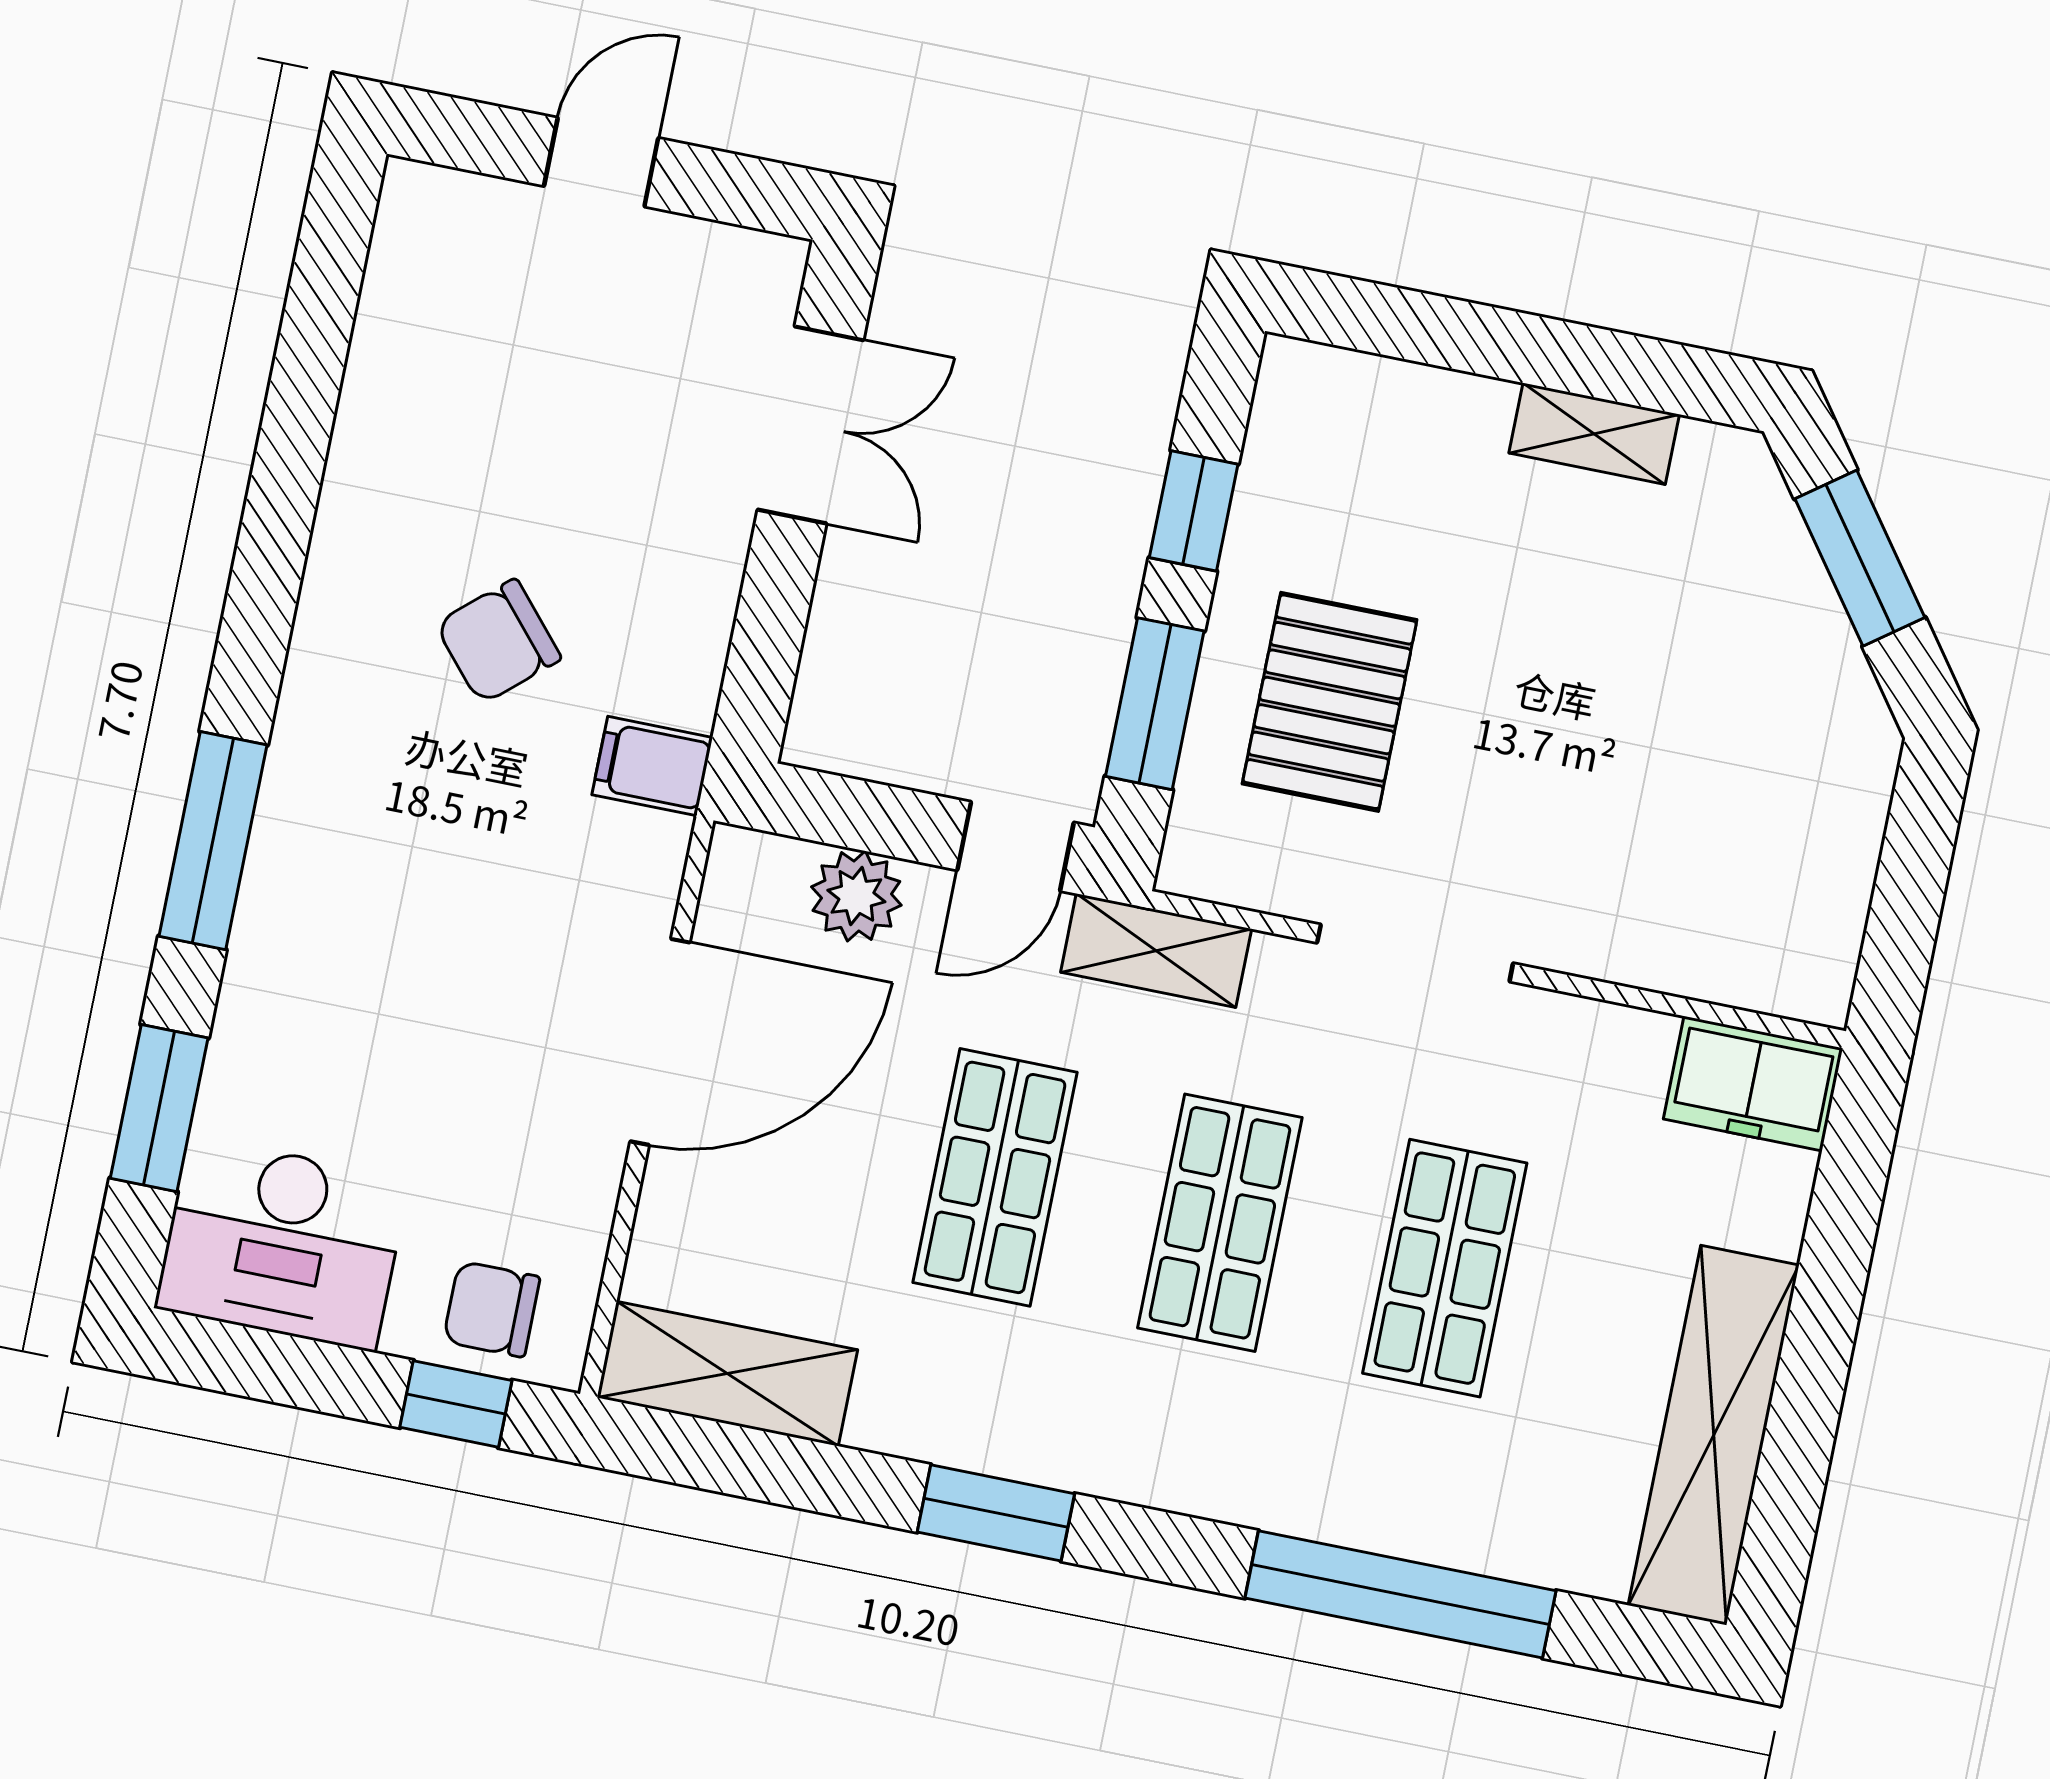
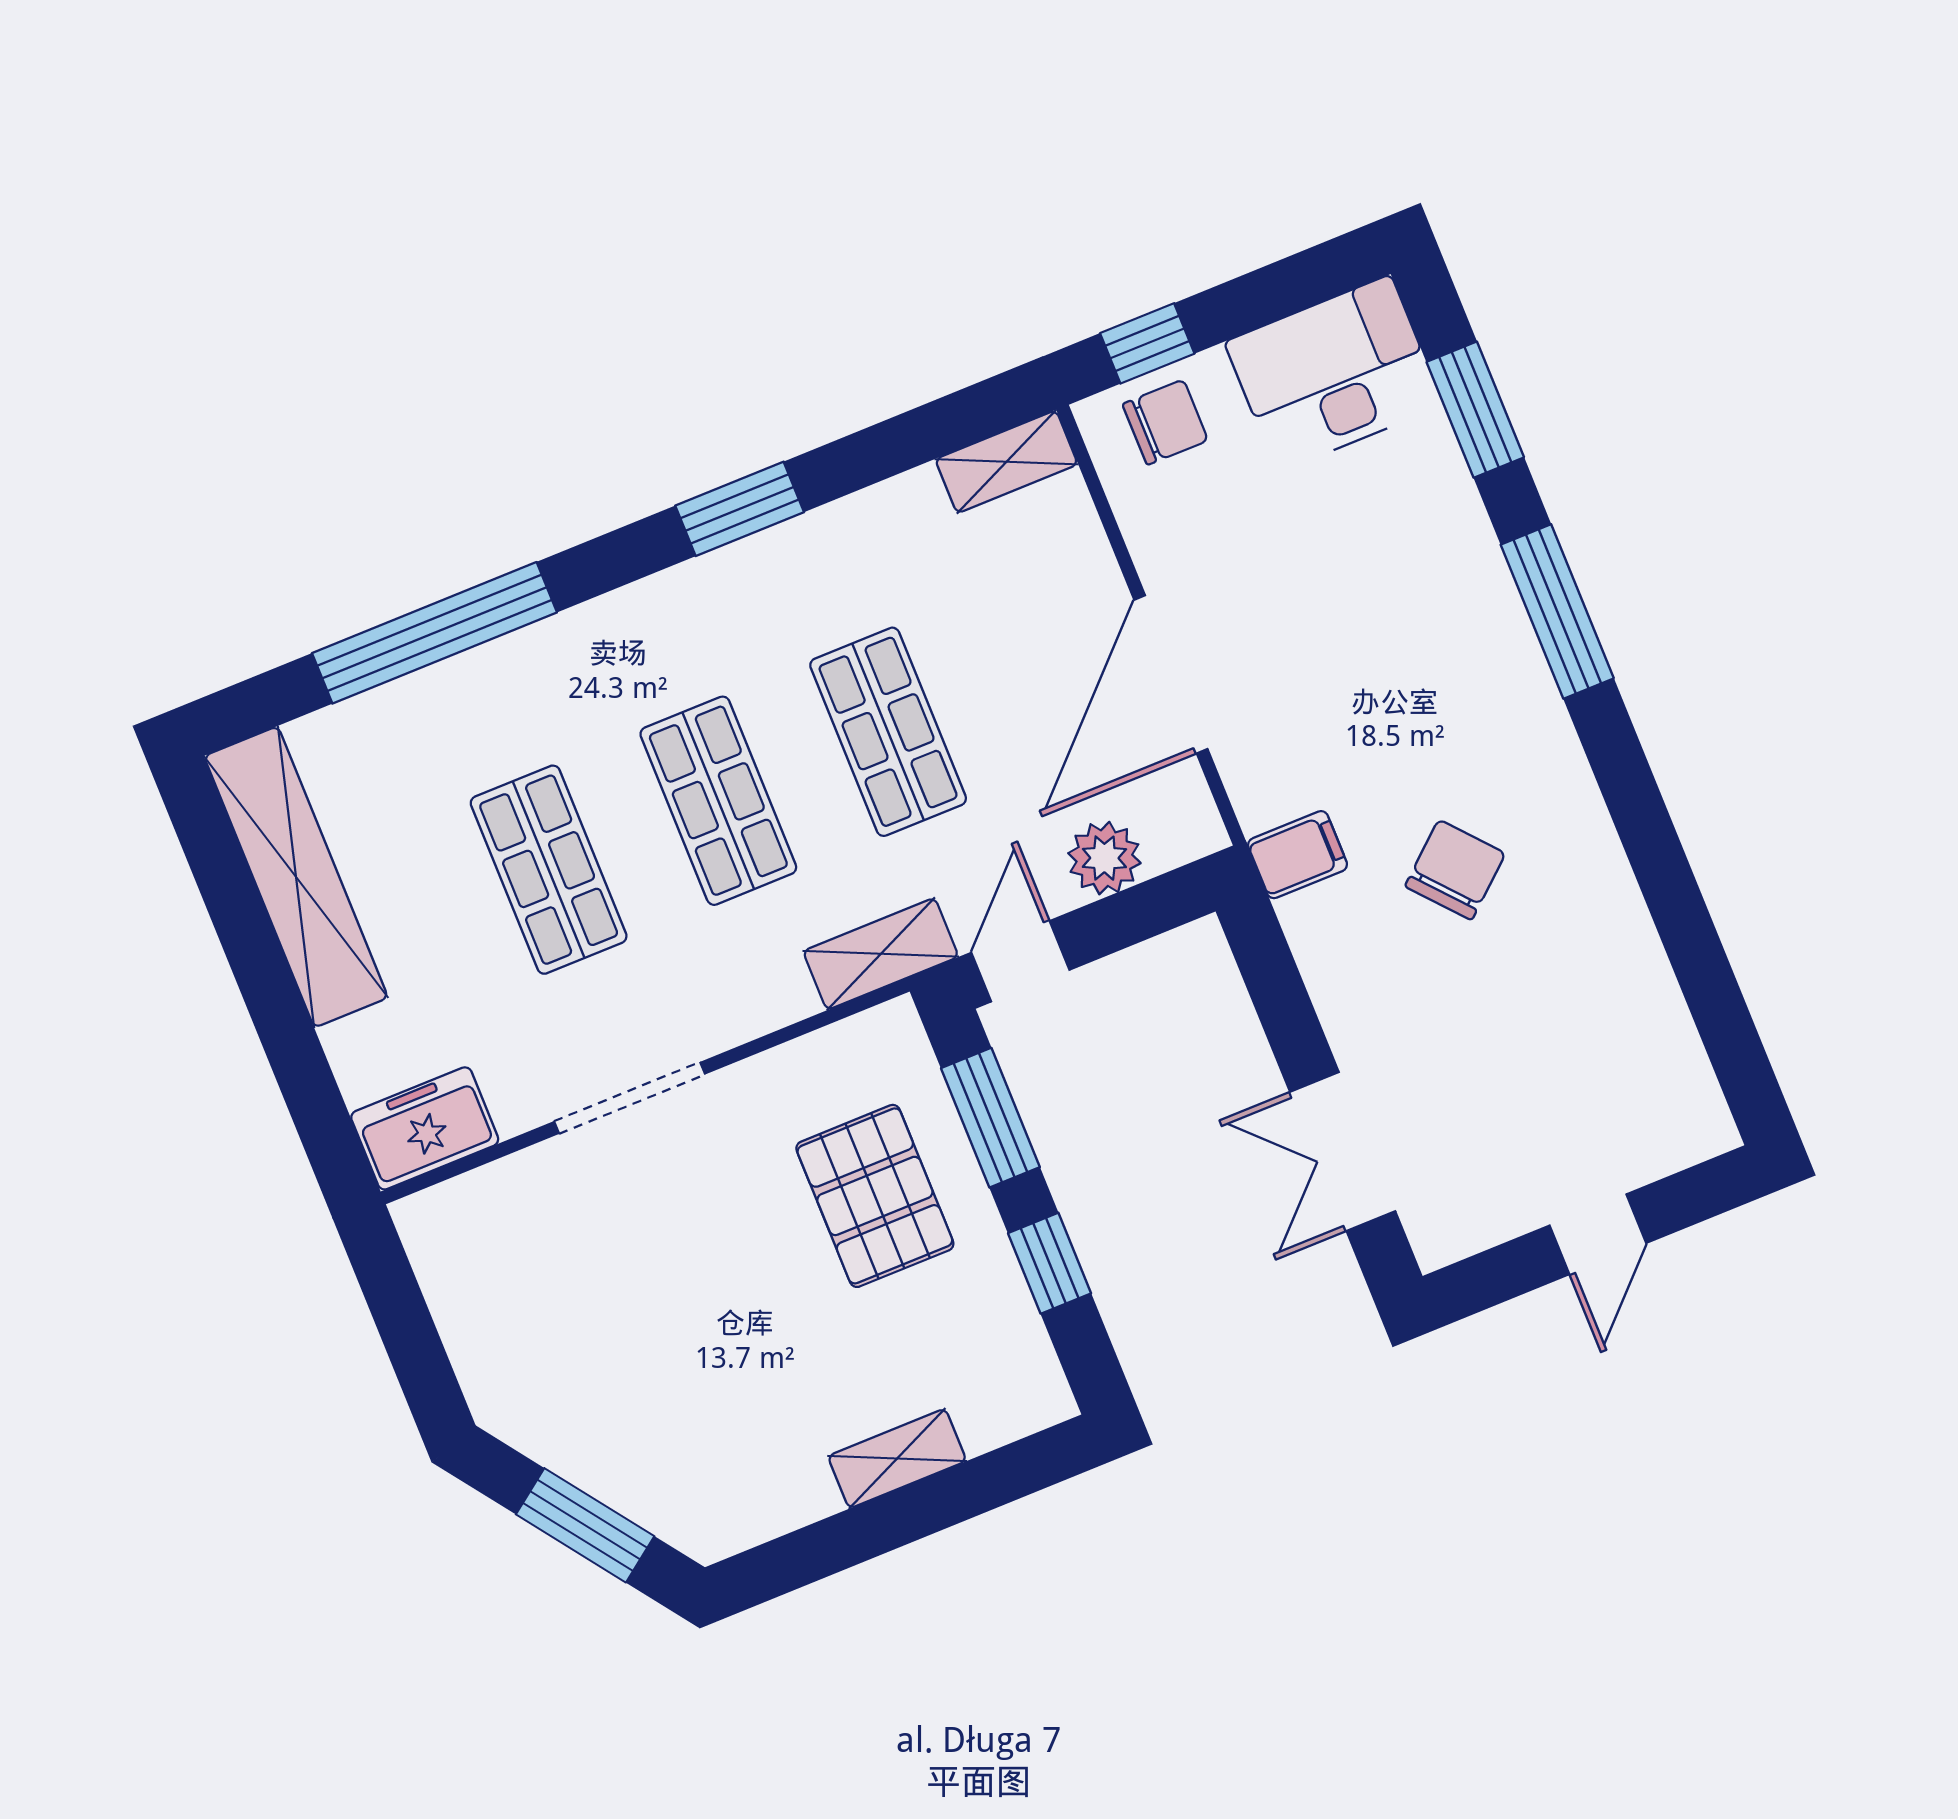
shelving: (1594, 434) -> (897, 1458), moved
doorway: (1415, 953) -> (630, 1098), moved
shelving: (727, 1374) -> (1006, 462), width x0.67, depth x0.75

